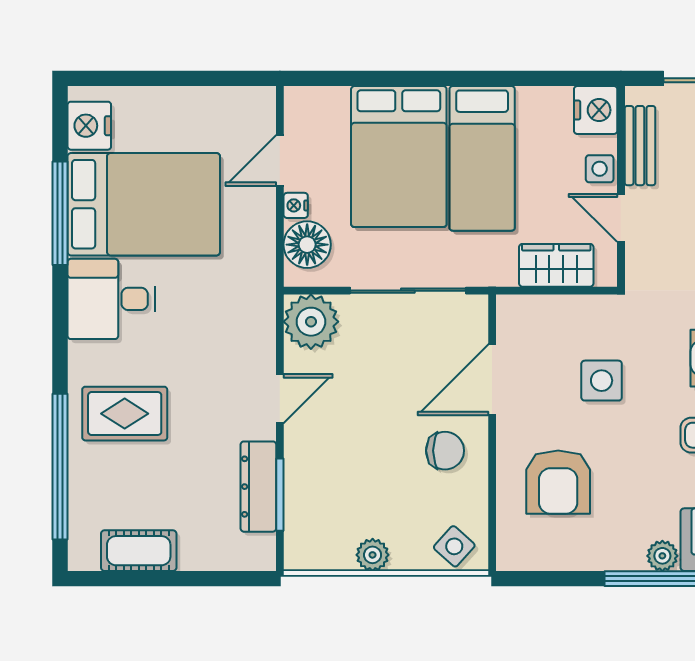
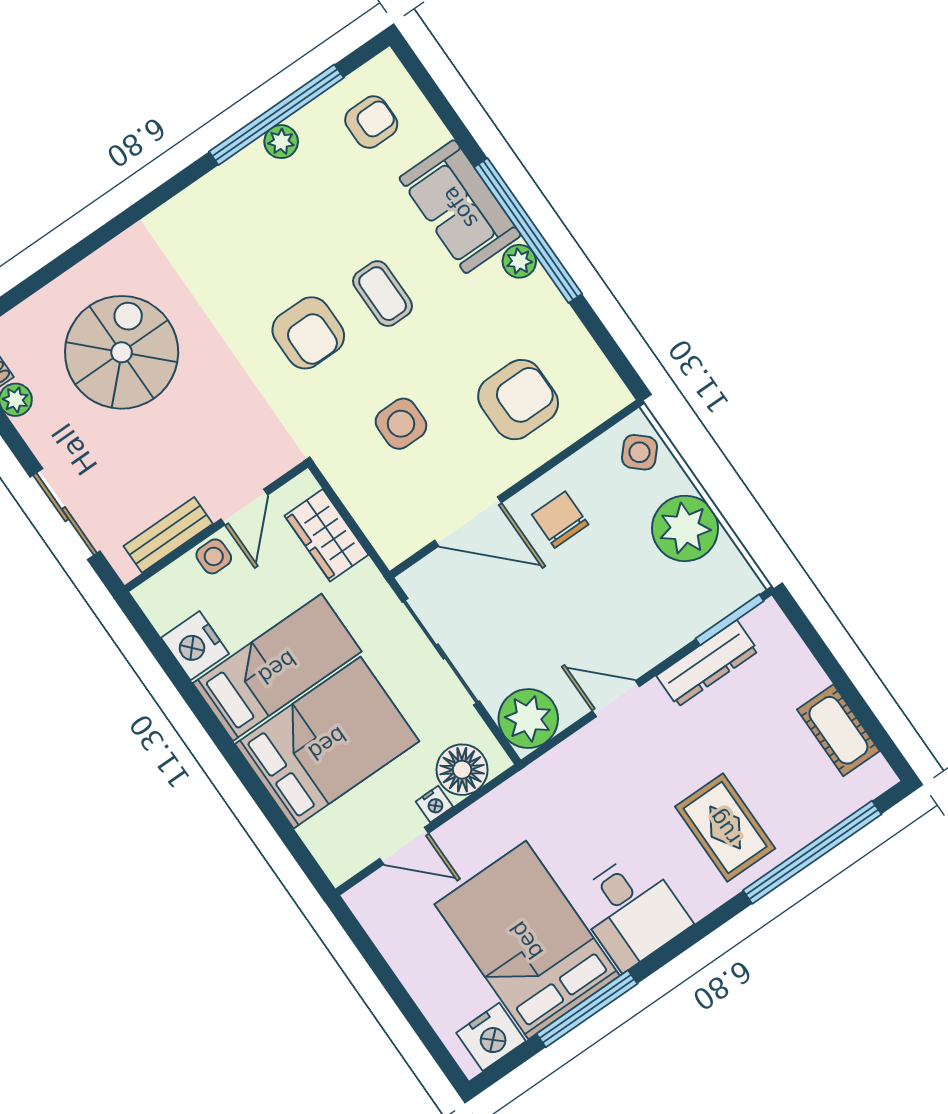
nightstand: (596, 110) -> (195, 646), moved, turned -90
window: (280, 495) -> (730, 620), moved
plant: (373, 555) -> (685, 528), width x1.88, depth x1.88

